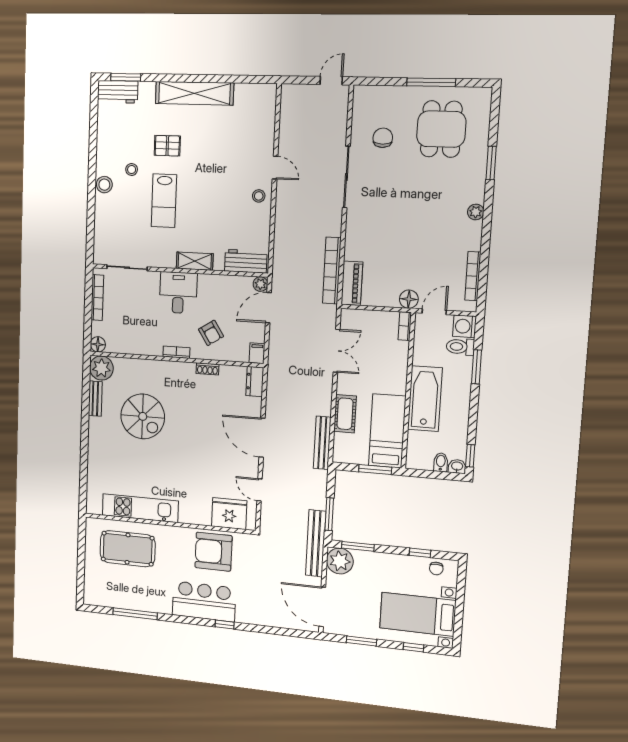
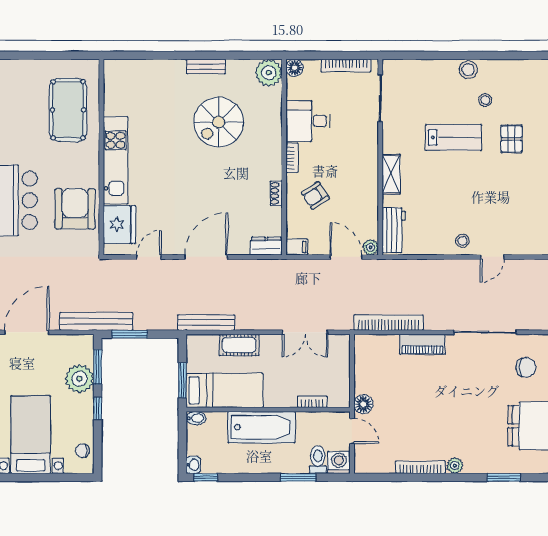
lab bench: (164, 201) -> (454, 137), turned 180
bookcase: (473, 276) -> (420, 467), moved
piano: (352, 283) -> (422, 344), moved
desk: (178, 293) -> (308, 121), moved, turned 180
bookcase: (405, 326) -> (312, 402), moved
bench: (95, 399) -> (206, 67), moved
bidet: (441, 462) -> (196, 418), moved
kitchen unit: (140, 508) -> (116, 160), moved
window: (420, 553) -> (98, 408), moved
plant: (340, 561) -> (80, 379), moved

